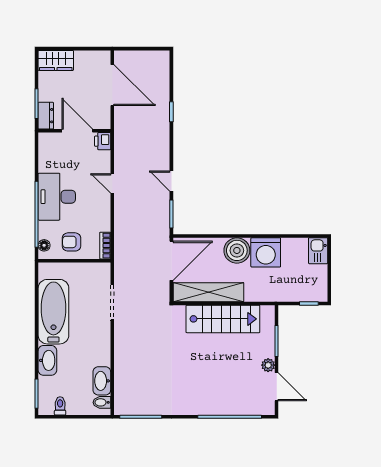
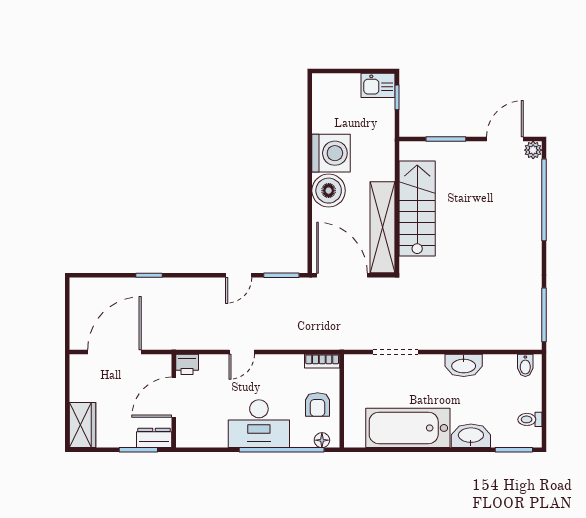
kitchen sink: (318, 251) -> (378, 85), moved
plant: (268, 365) -> (533, 150), moved
washbasin: (102, 381) -> (464, 365), moved

